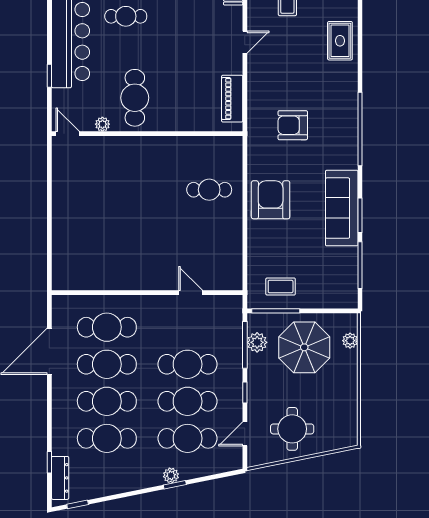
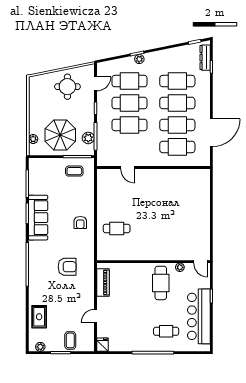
armchair: (271, 200) -> (80, 222), width x0.53, depth x0.53

